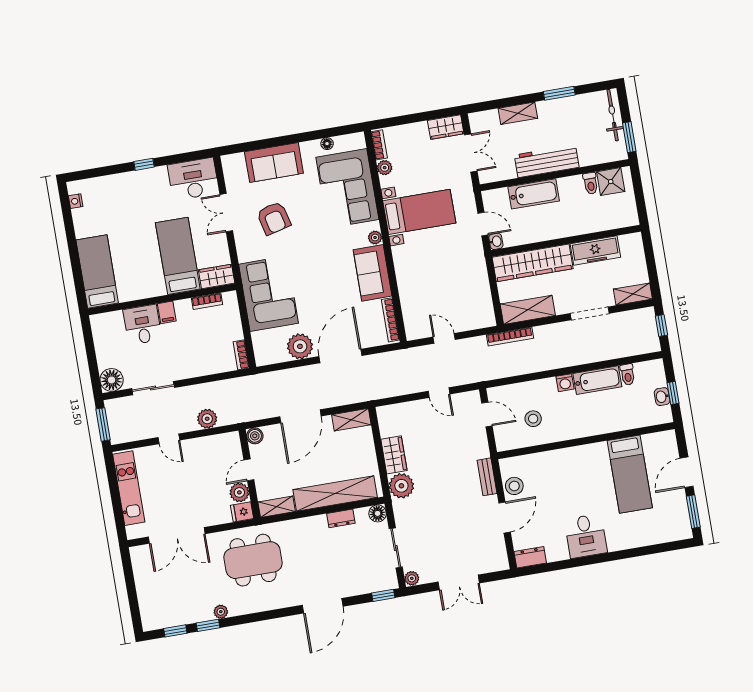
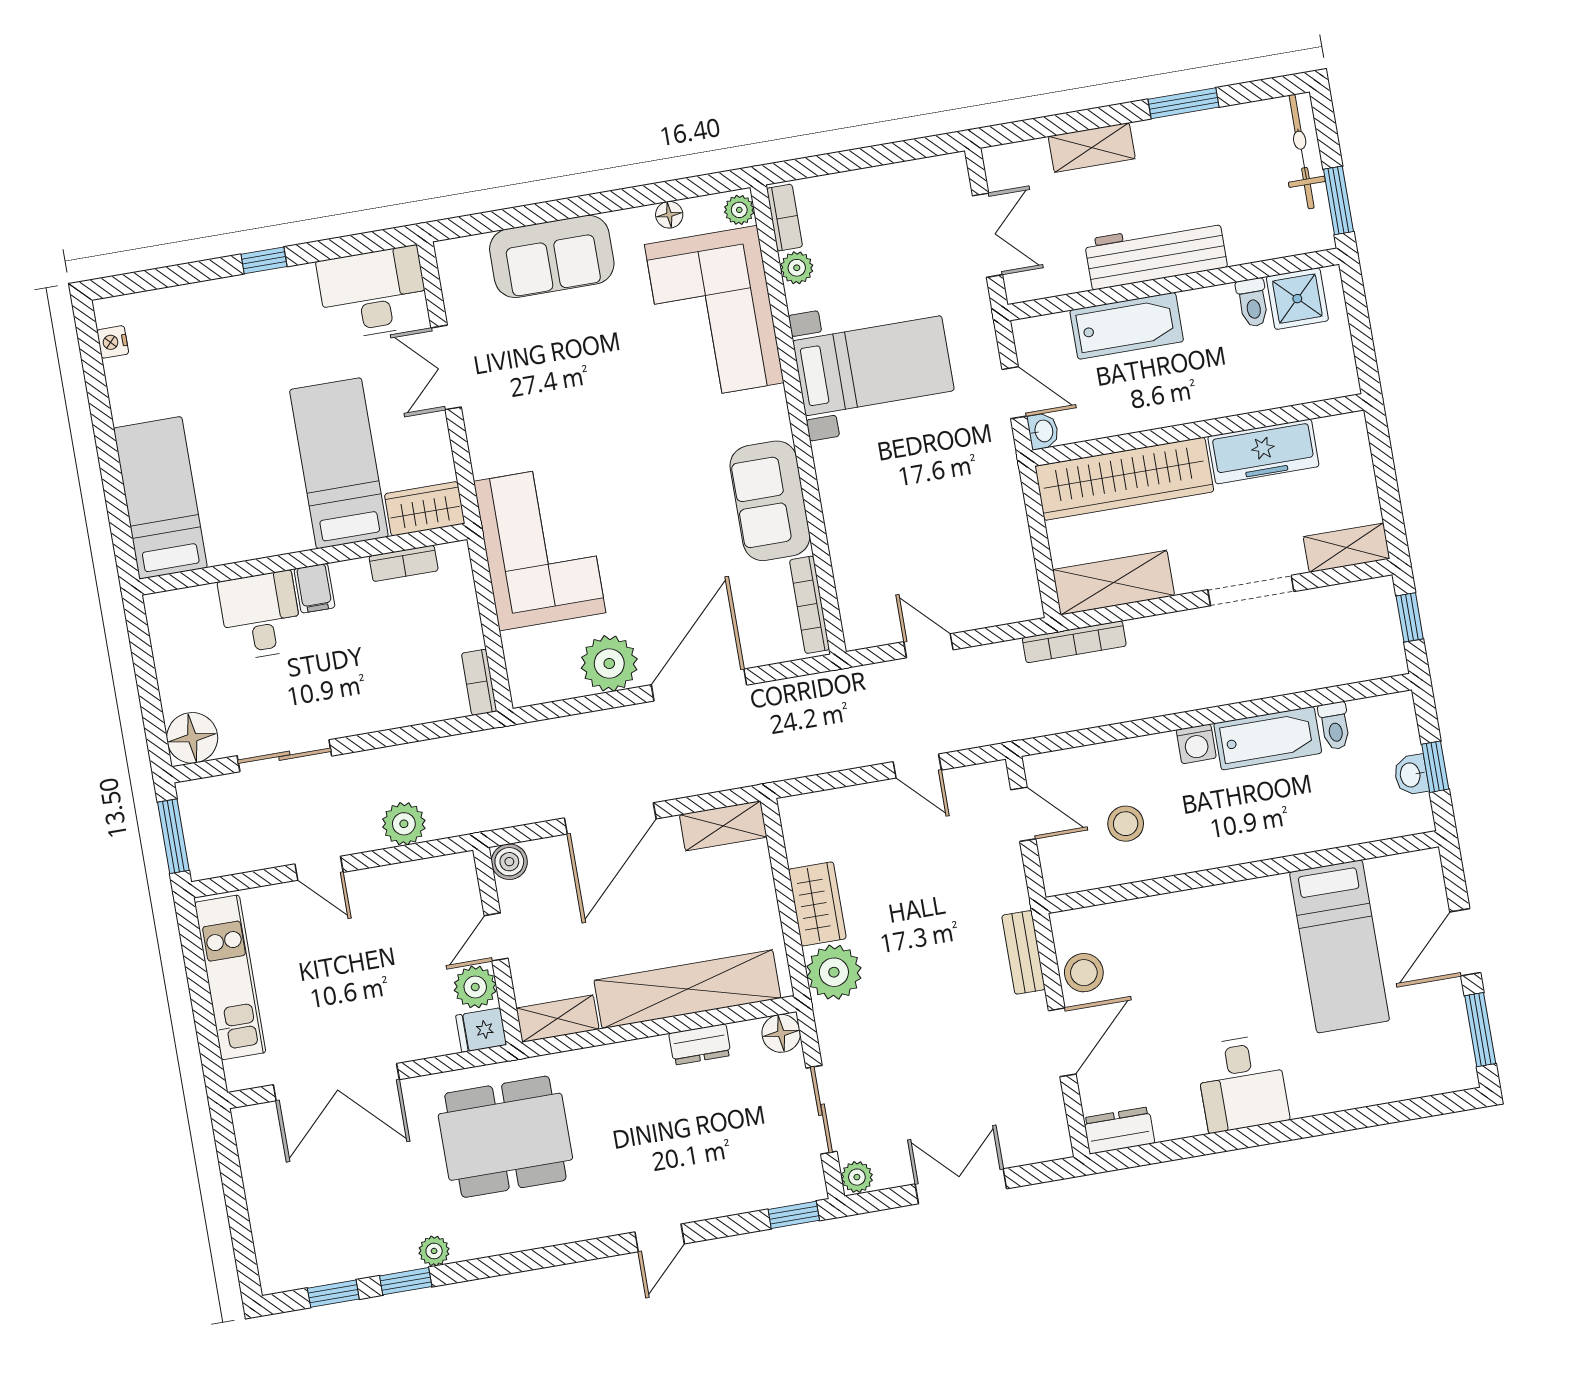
wardrobe: (446, 127) -> (932, 178), removed
armchair: (274, 218) -> (551, 380), removed
plant: (375, 237) -> (739, 210), moved
double door: (459, 582) -> (961, 1186), swing flipped
door: (323, 606) -> (660, 1238), width x0.53

